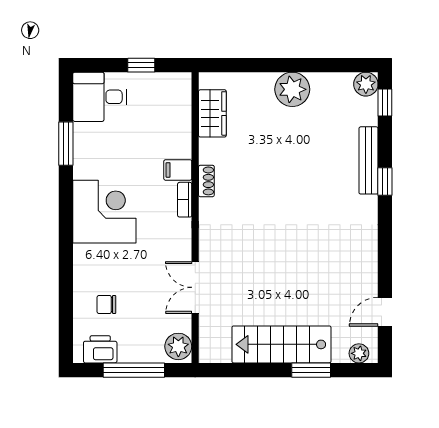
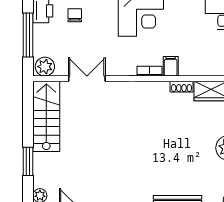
shoe rack: (206, 181) -> (181, 87), moved
stairs: (281, 344) -> (46, 116), moved

